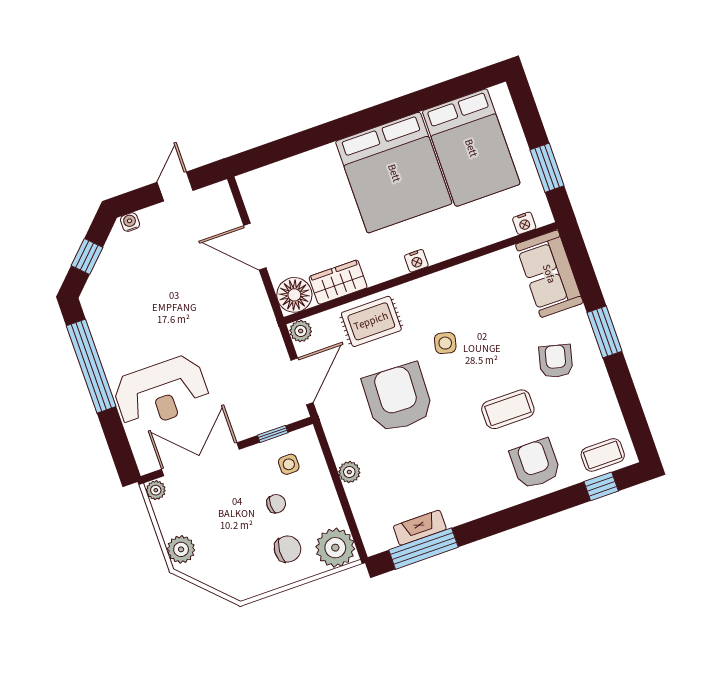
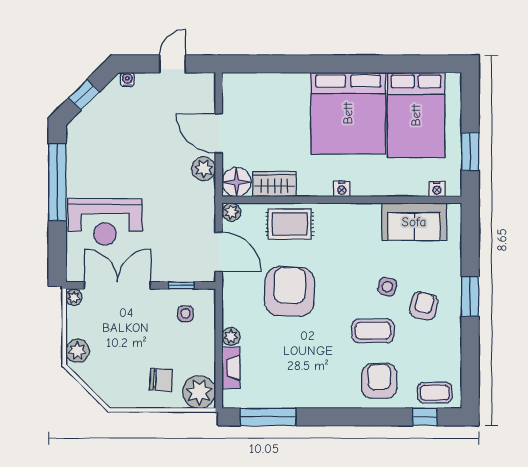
sofa: (549, 274) -> (414, 222), moved, turned -90
plant: (252, 293) -> (204, 169), added
side table: (445, 343) -> (387, 287), moved
door: (302, 381) -> (219, 252), hinge flipped
chair: (276, 504) -> (165, 341), removed
fireplace: (420, 528) -> (231, 368), moved, turned 90

